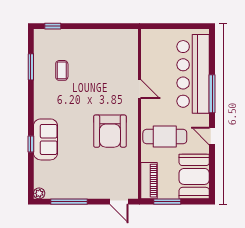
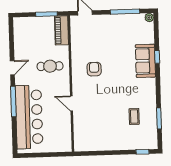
armchair: (110, 131) -> (94, 69), width x0.53, depth x0.53
door: (212, 136) -> (12, 68), hinge flipped
cafe table: (165, 137) -> (50, 66), width x0.73, depth x0.74
booth: (194, 176) -> (26, 35), removed

